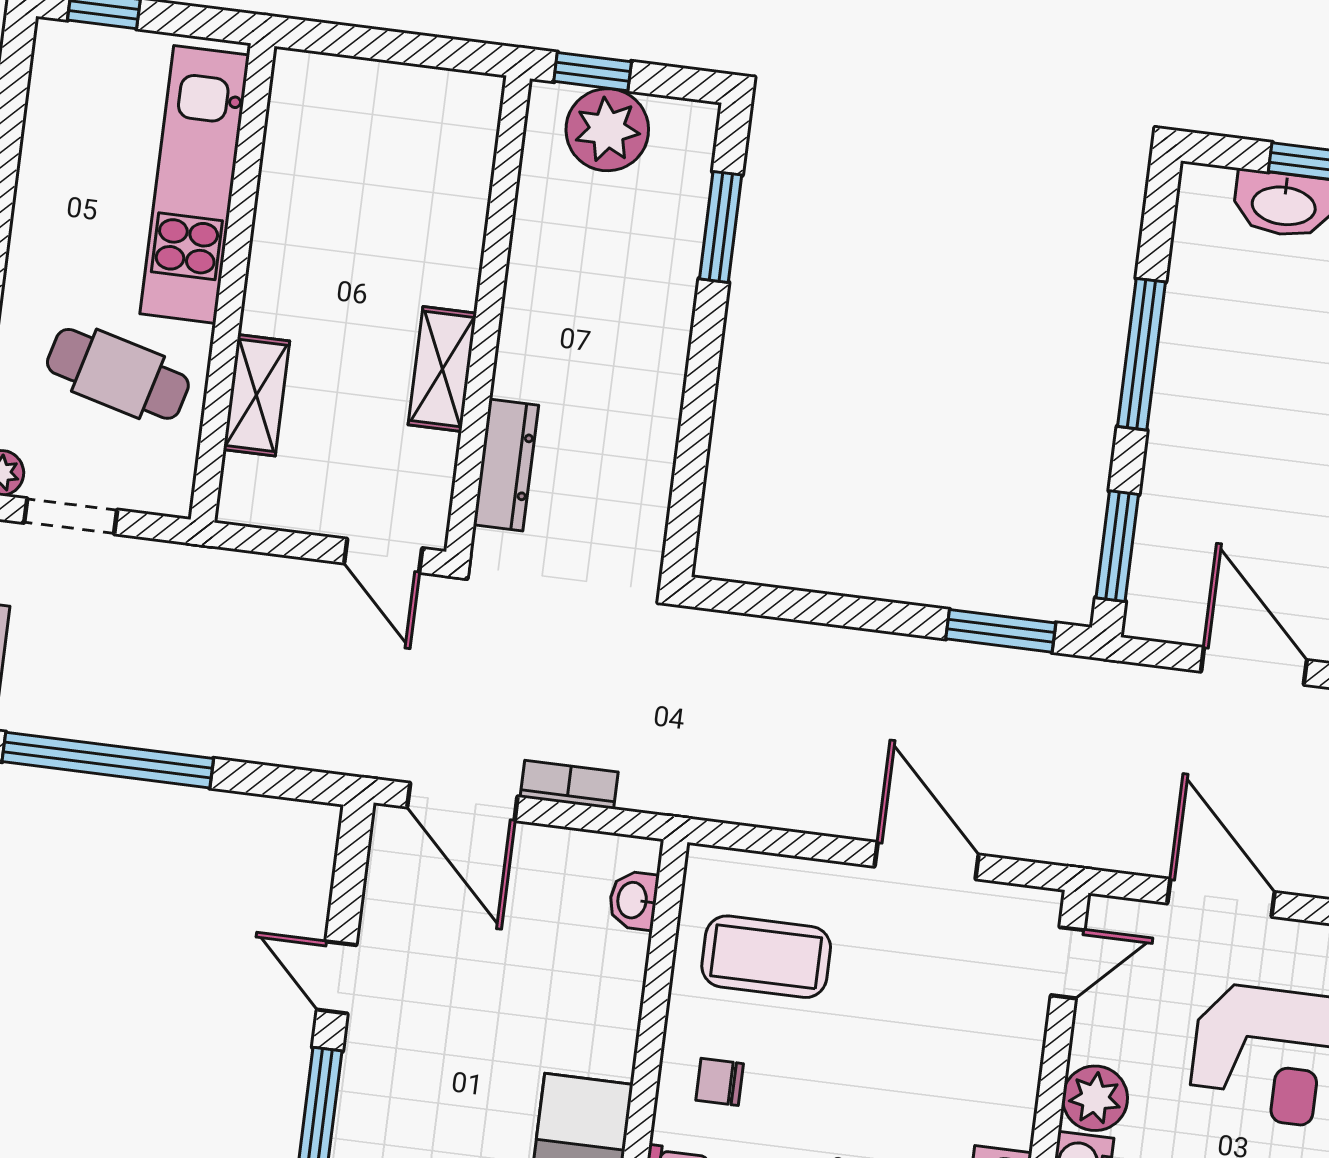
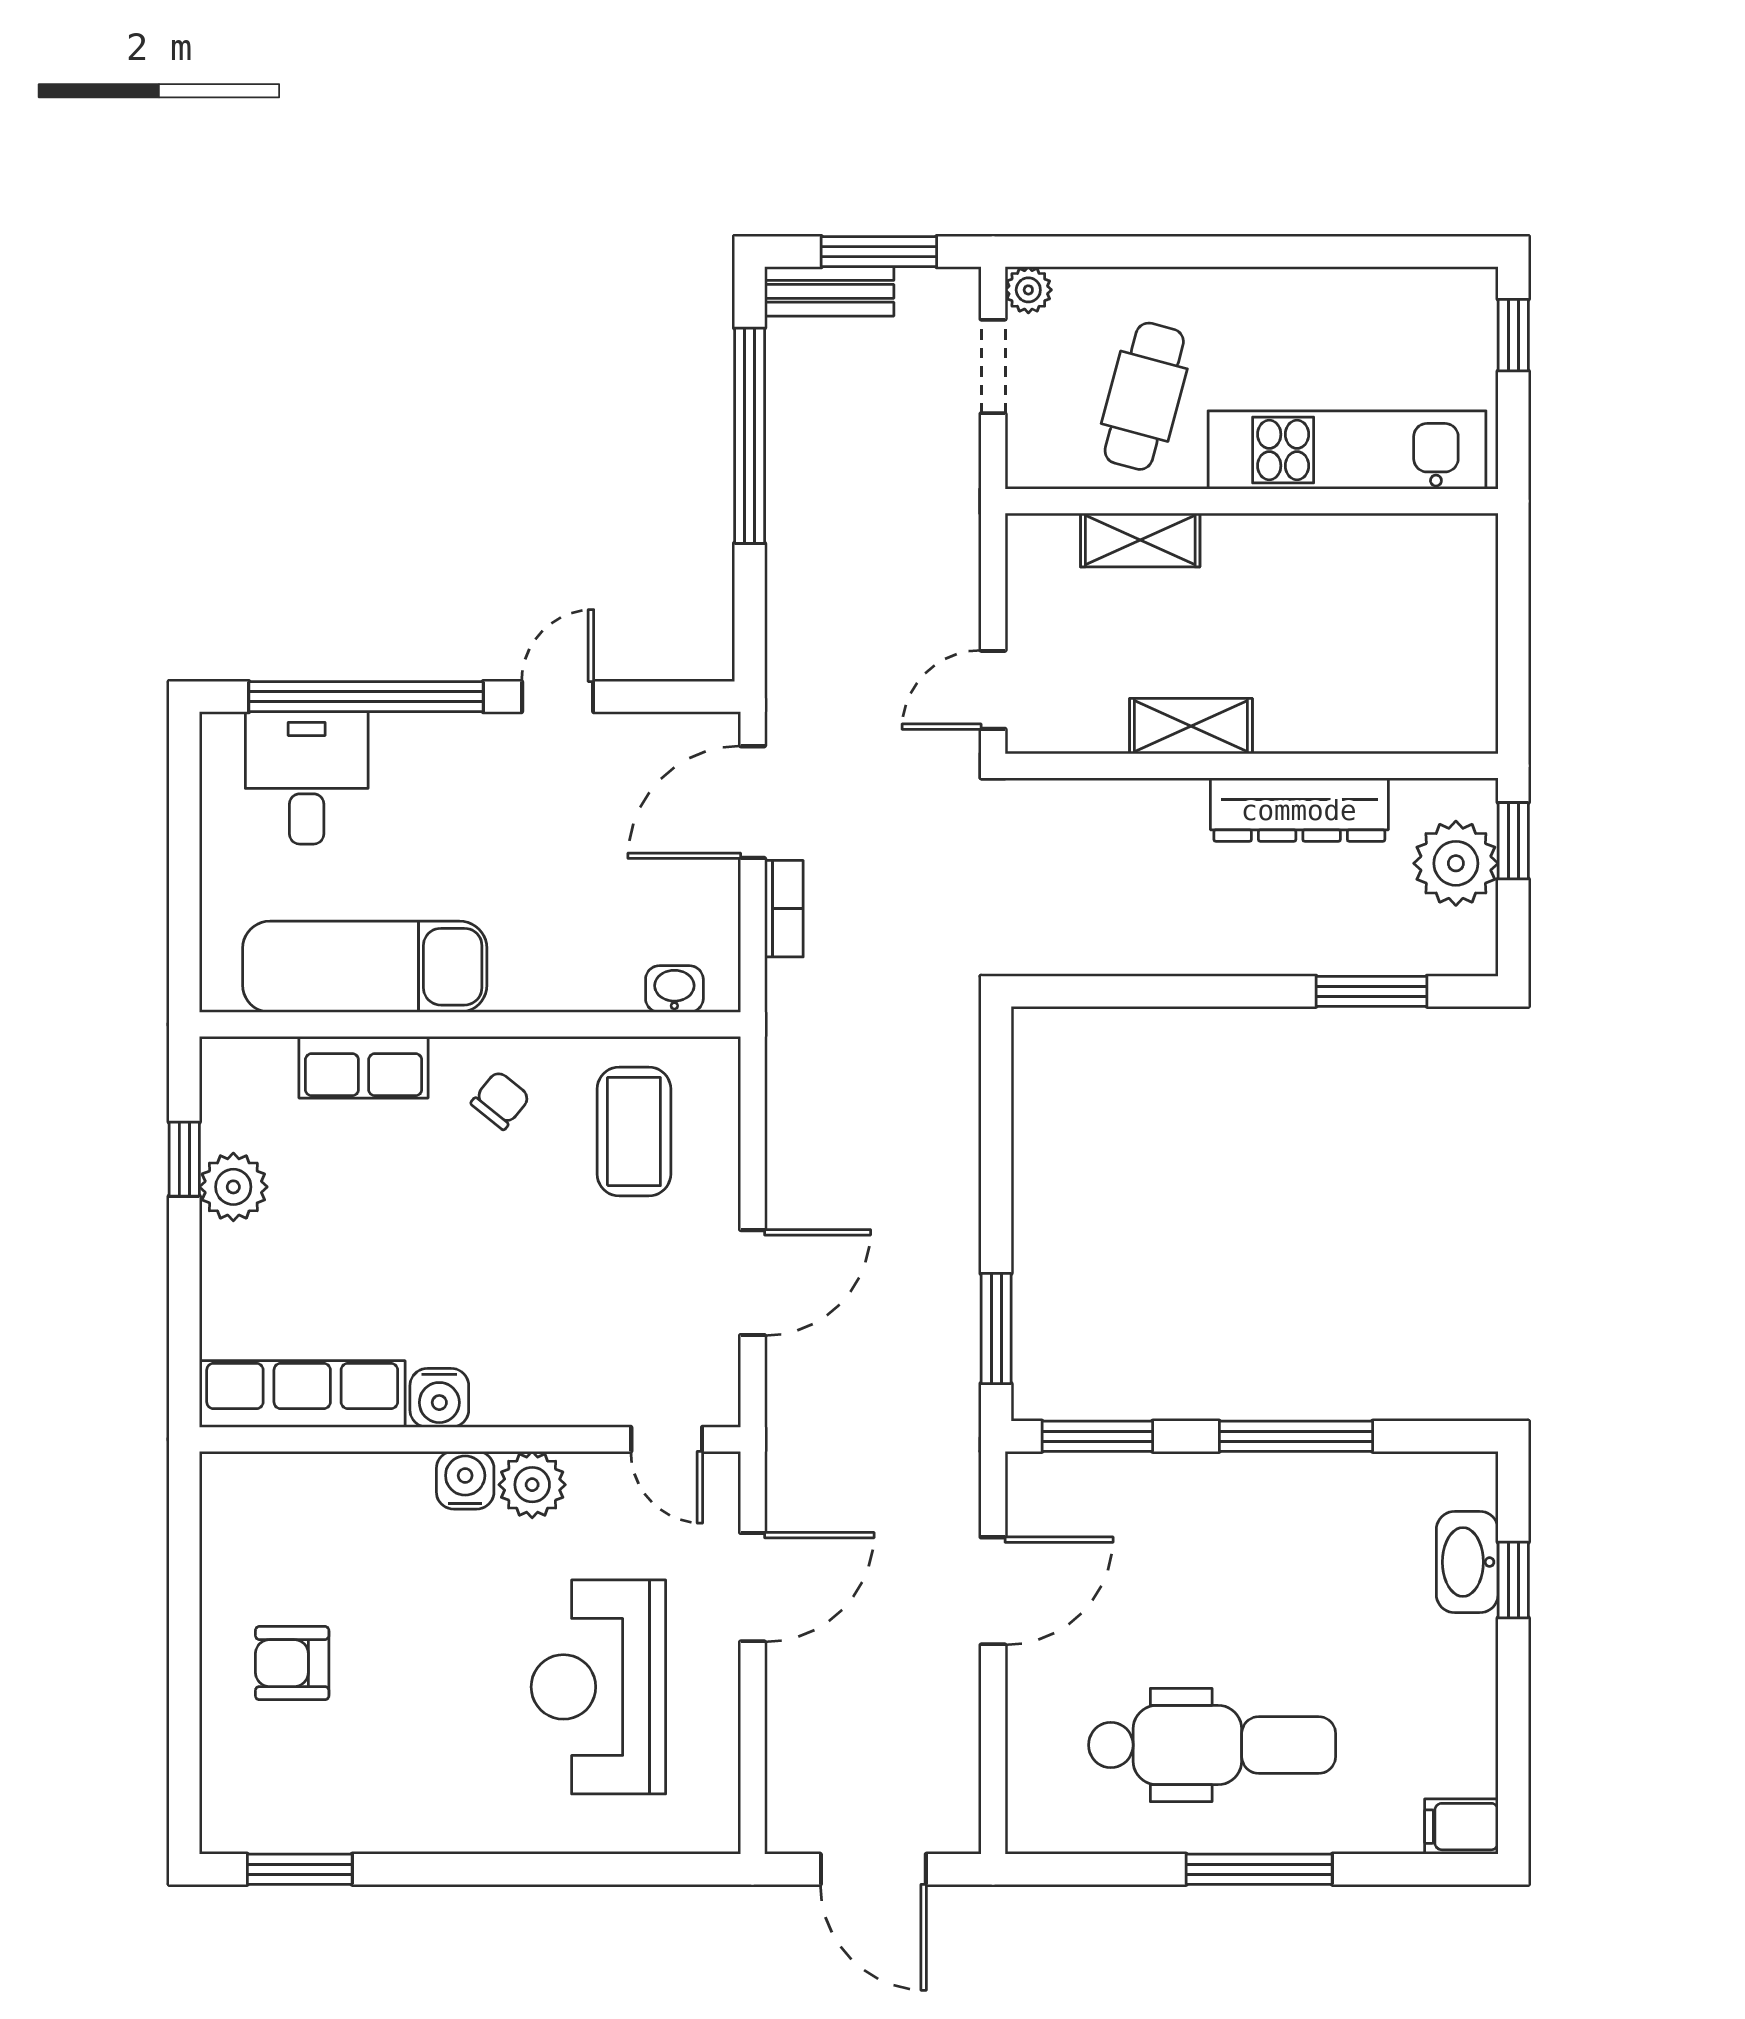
dresser: (506, 465) -> (1299, 810), moved, width x1.37, depth x1.24
chair: (720, 1082) -> (500, 1100), turned 39

